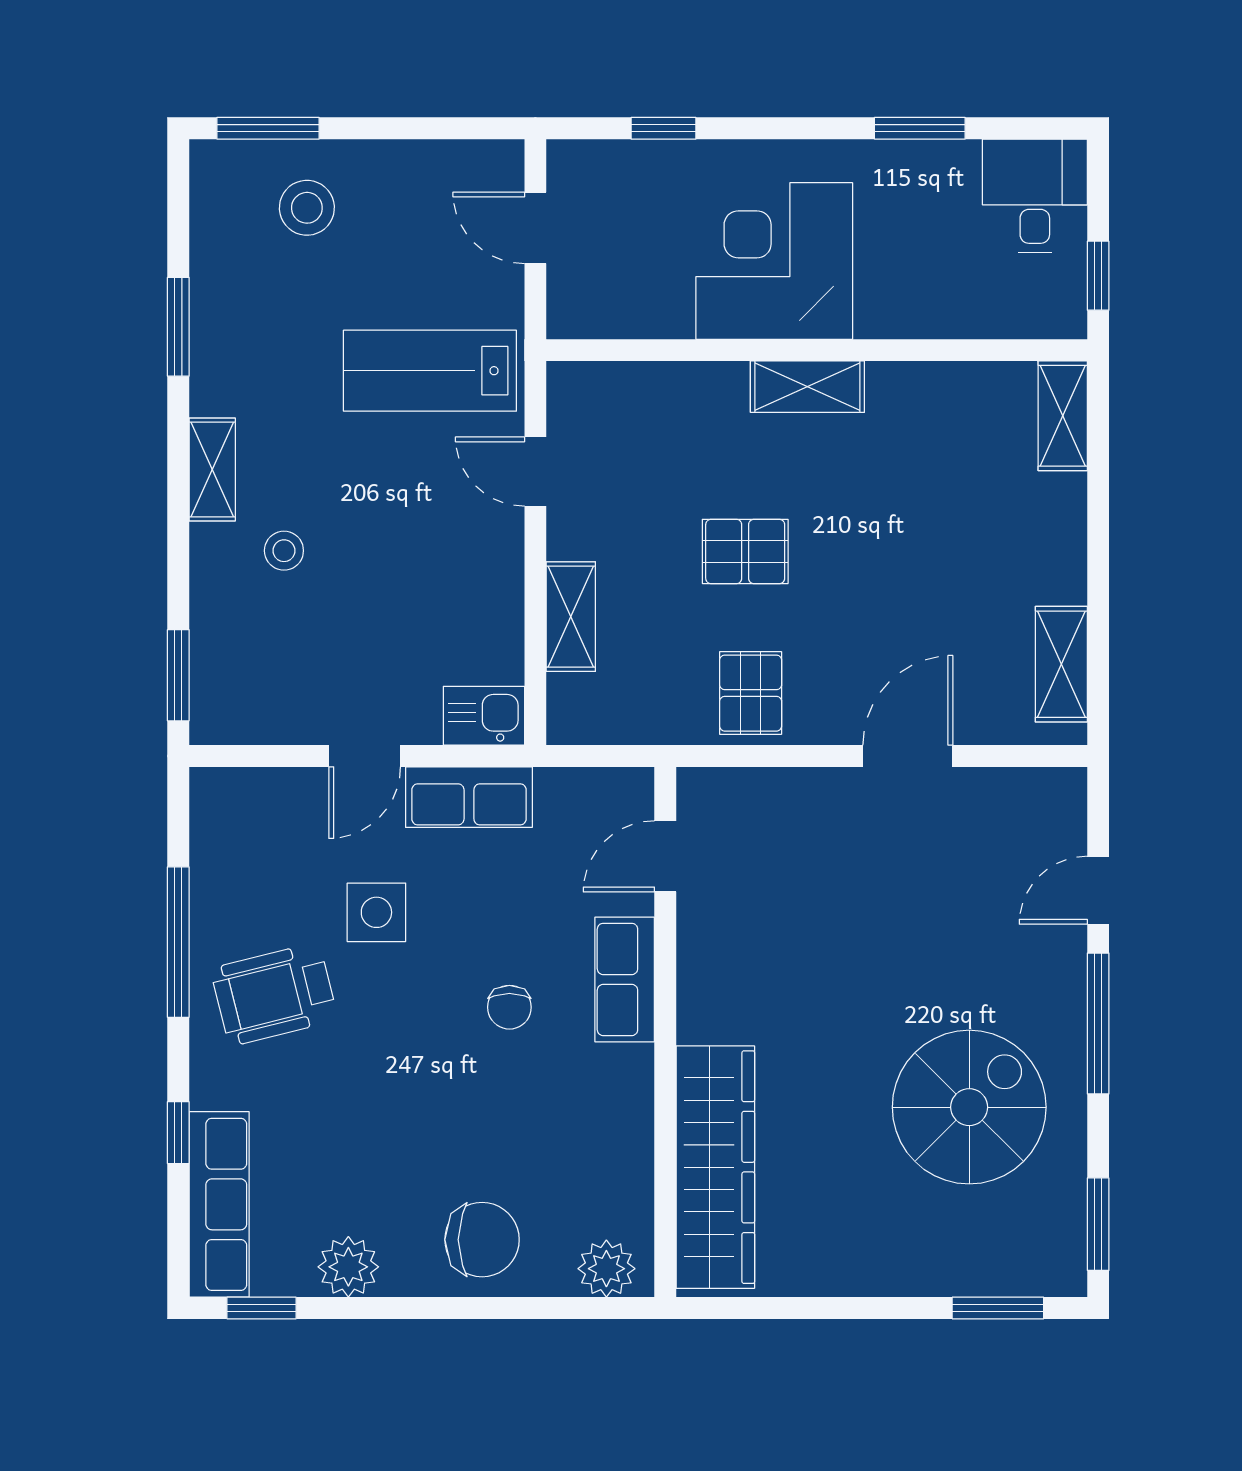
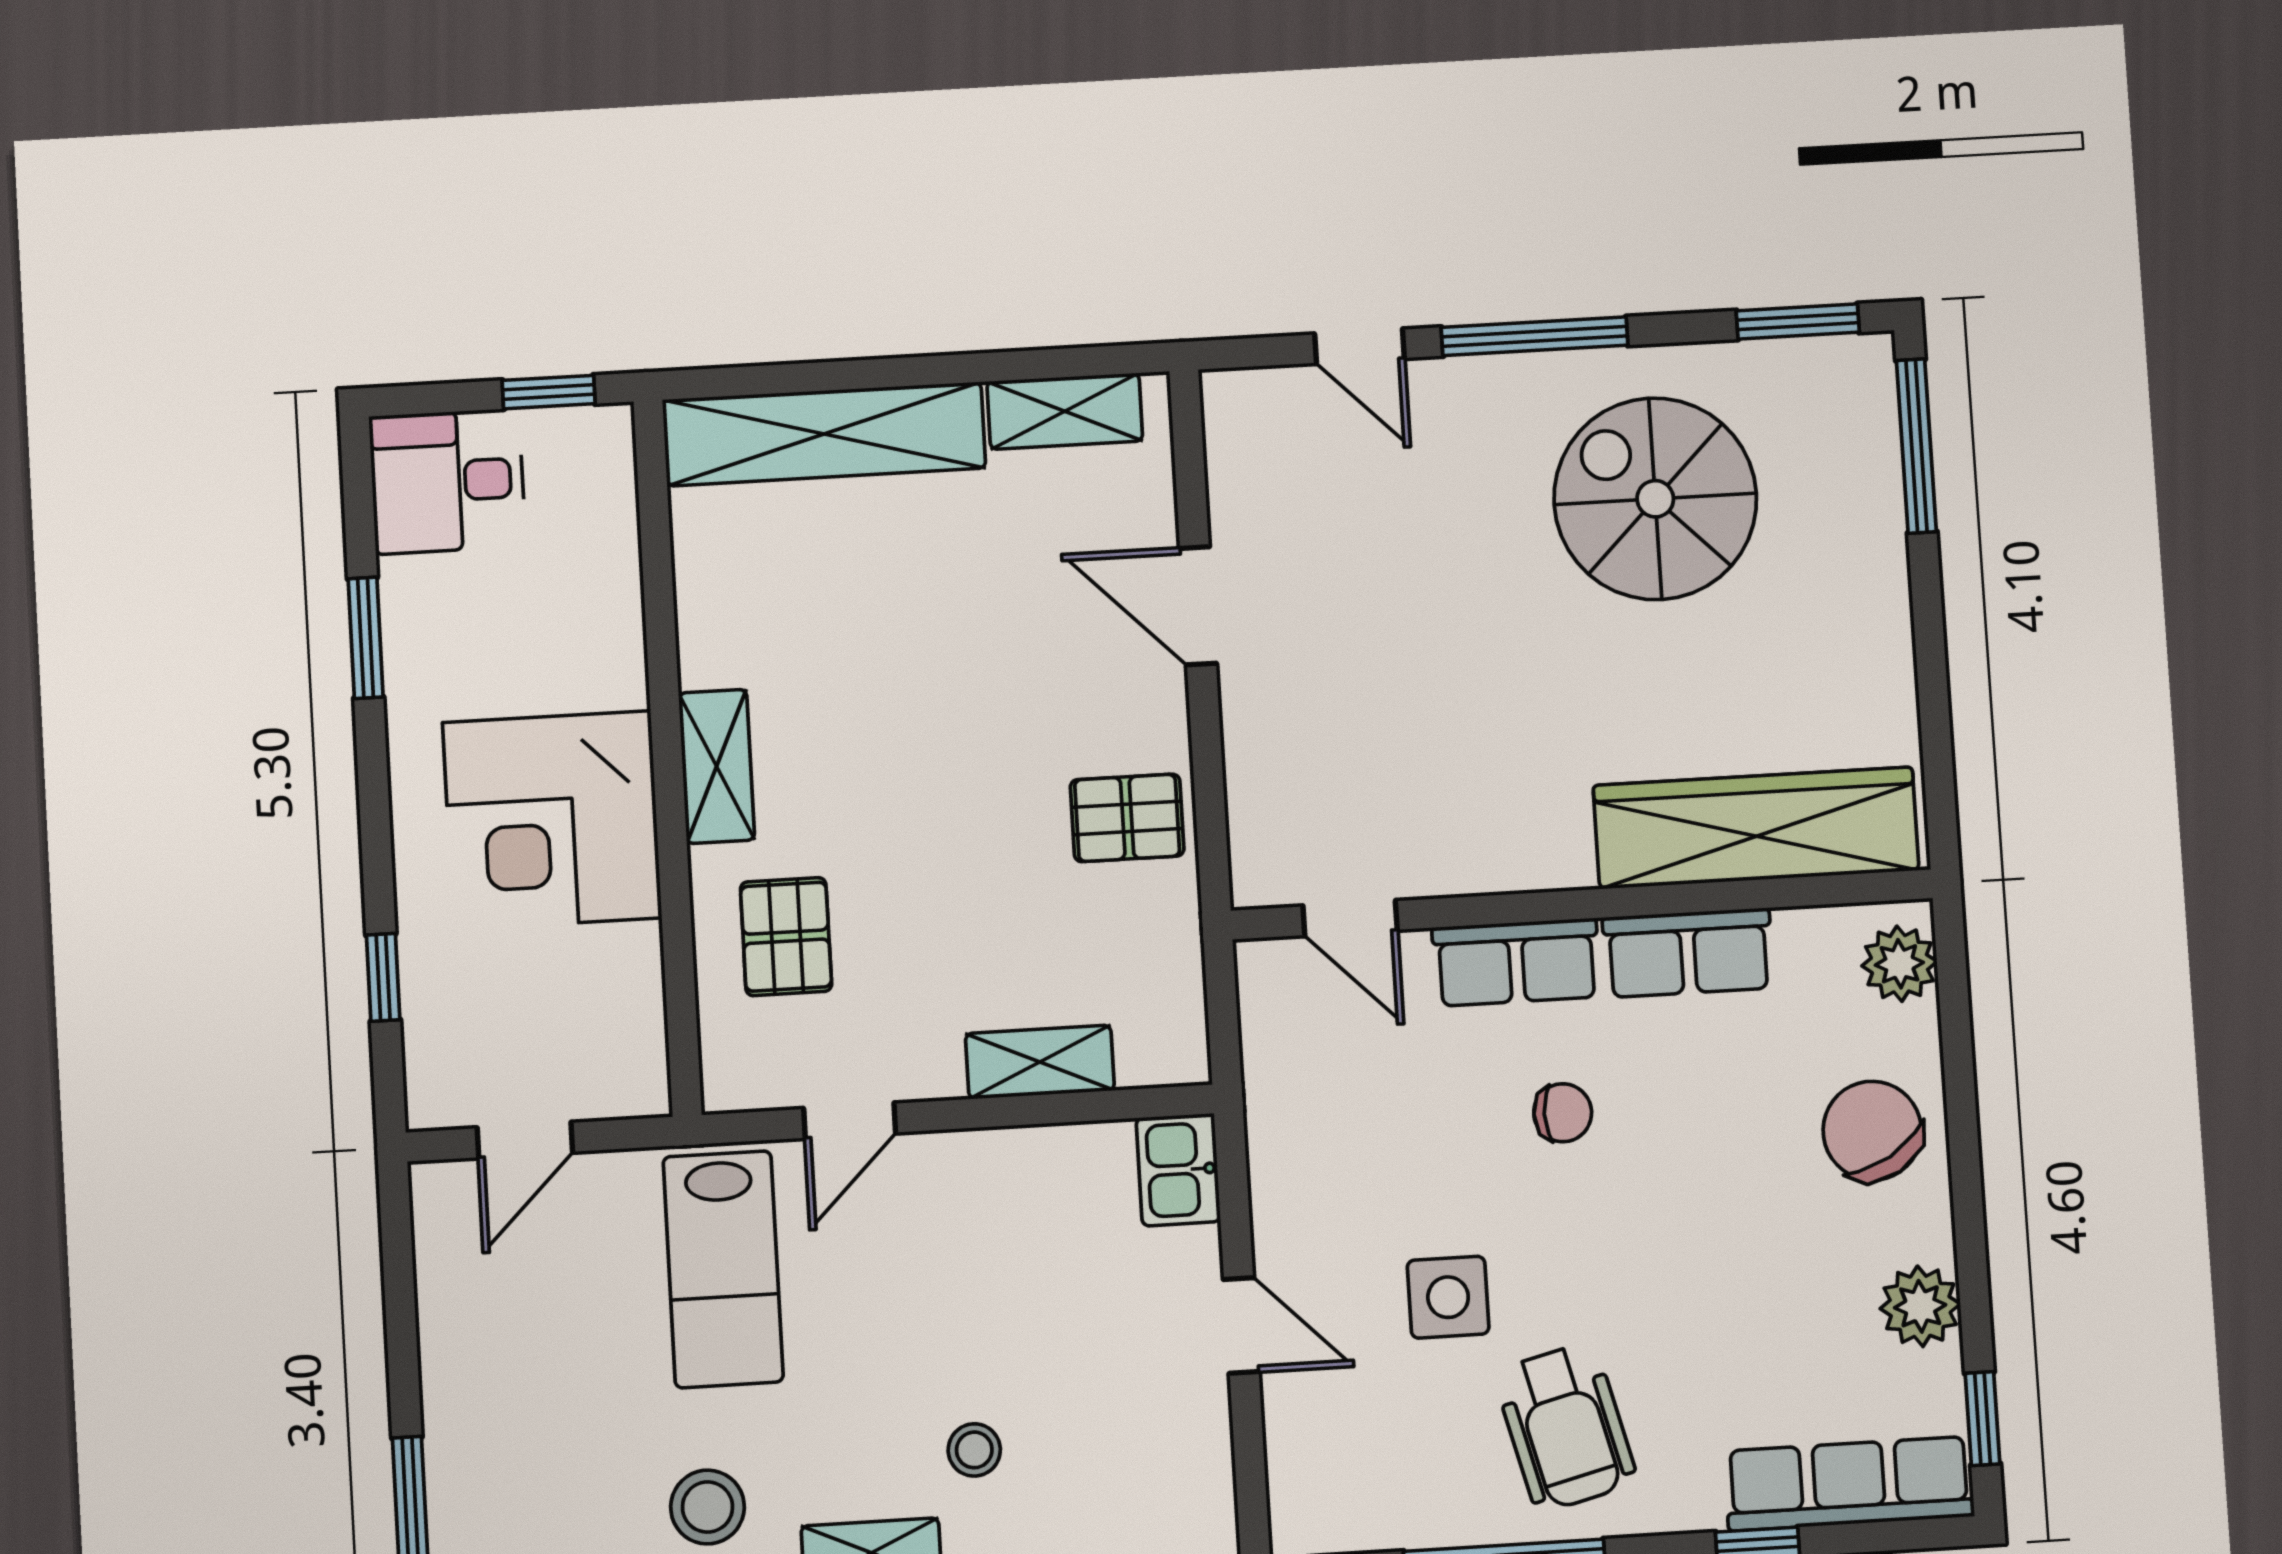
stool: (307, 208) -> (708, 1507), moved
shelving: (1063, 416) -> (824, 434), width x2.20, depth x1.33
pallet: (745, 551) -> (786, 937), moved
row of seats: (469, 797) -> (1688, 953), moved, turned 90
chair: (482, 1240) -> (1872, 1131), turned -31
window: (998, 1308) -> (1916, 446), width x1.44

